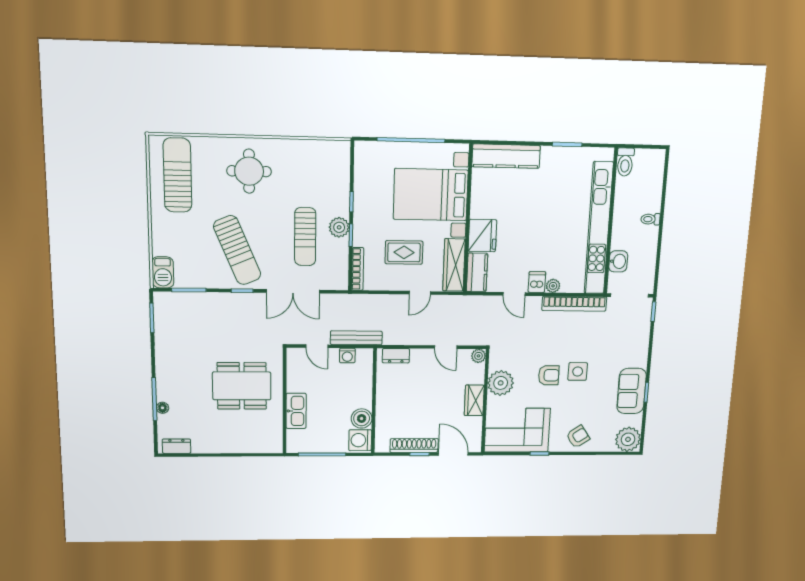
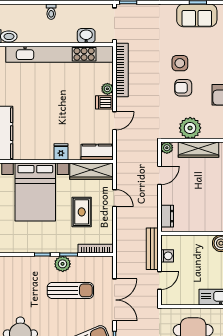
fridge: (482, 236) -> (61, 152), width x0.53, depth x0.75
armchair: (549, 375) -> (183, 88), turned -90
wardrobe: (474, 400) -> (199, 150), width x1.50

